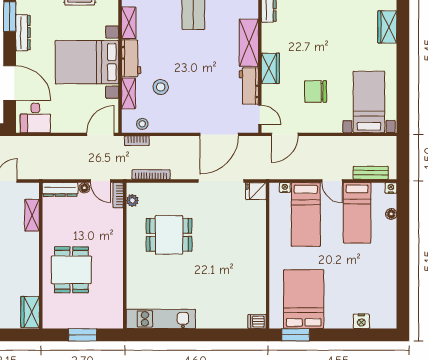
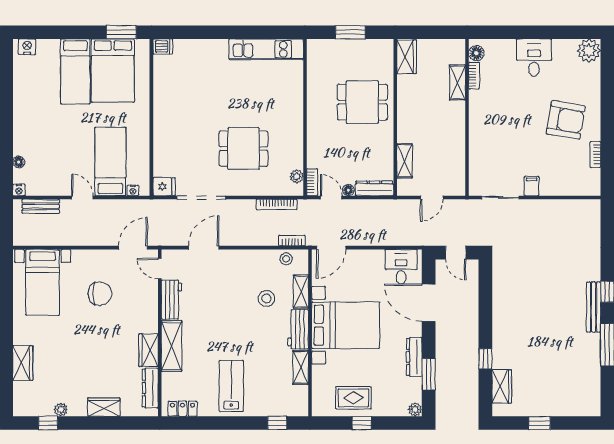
wardrobe: (270, 68) -> (149, 350), moved
door: (219, 134) -> (204, 248), width x0.73
bed: (357, 213) -> (75, 71), moved, turned 180
dining table: (169, 235) -> (243, 149), moved
dining table: (71, 270) -> (362, 102), turned 90
nightstand: (361, 321) -> (27, 47), moved

